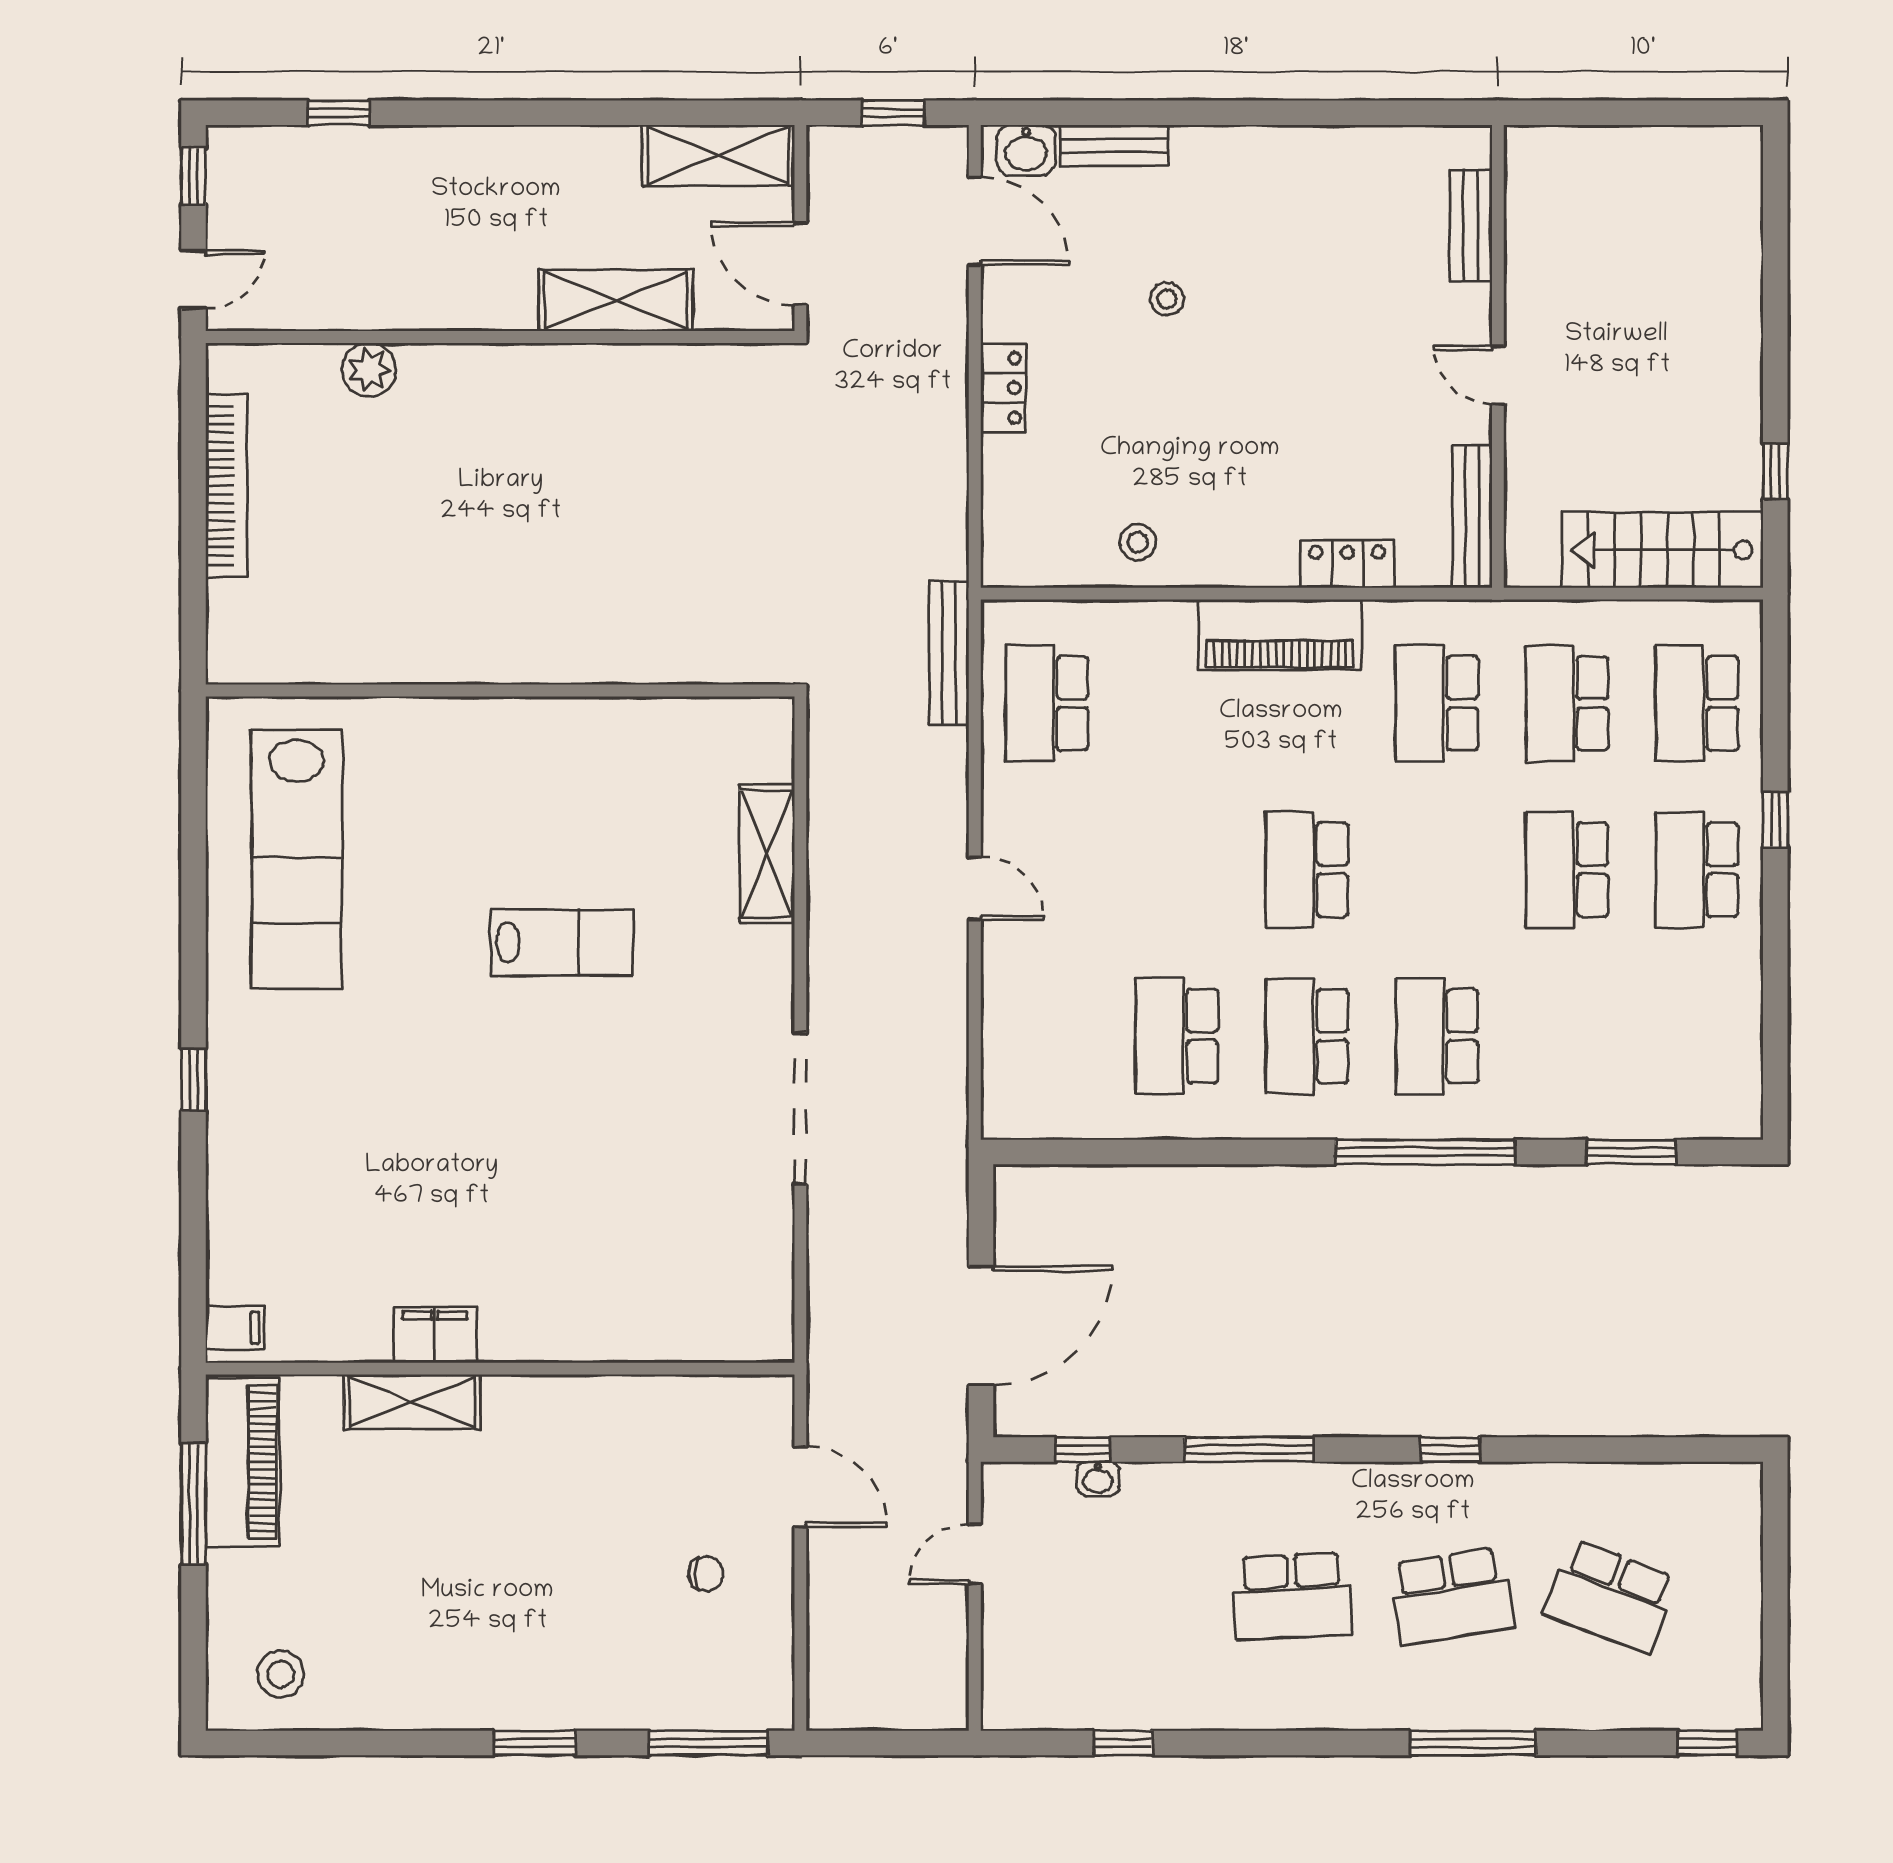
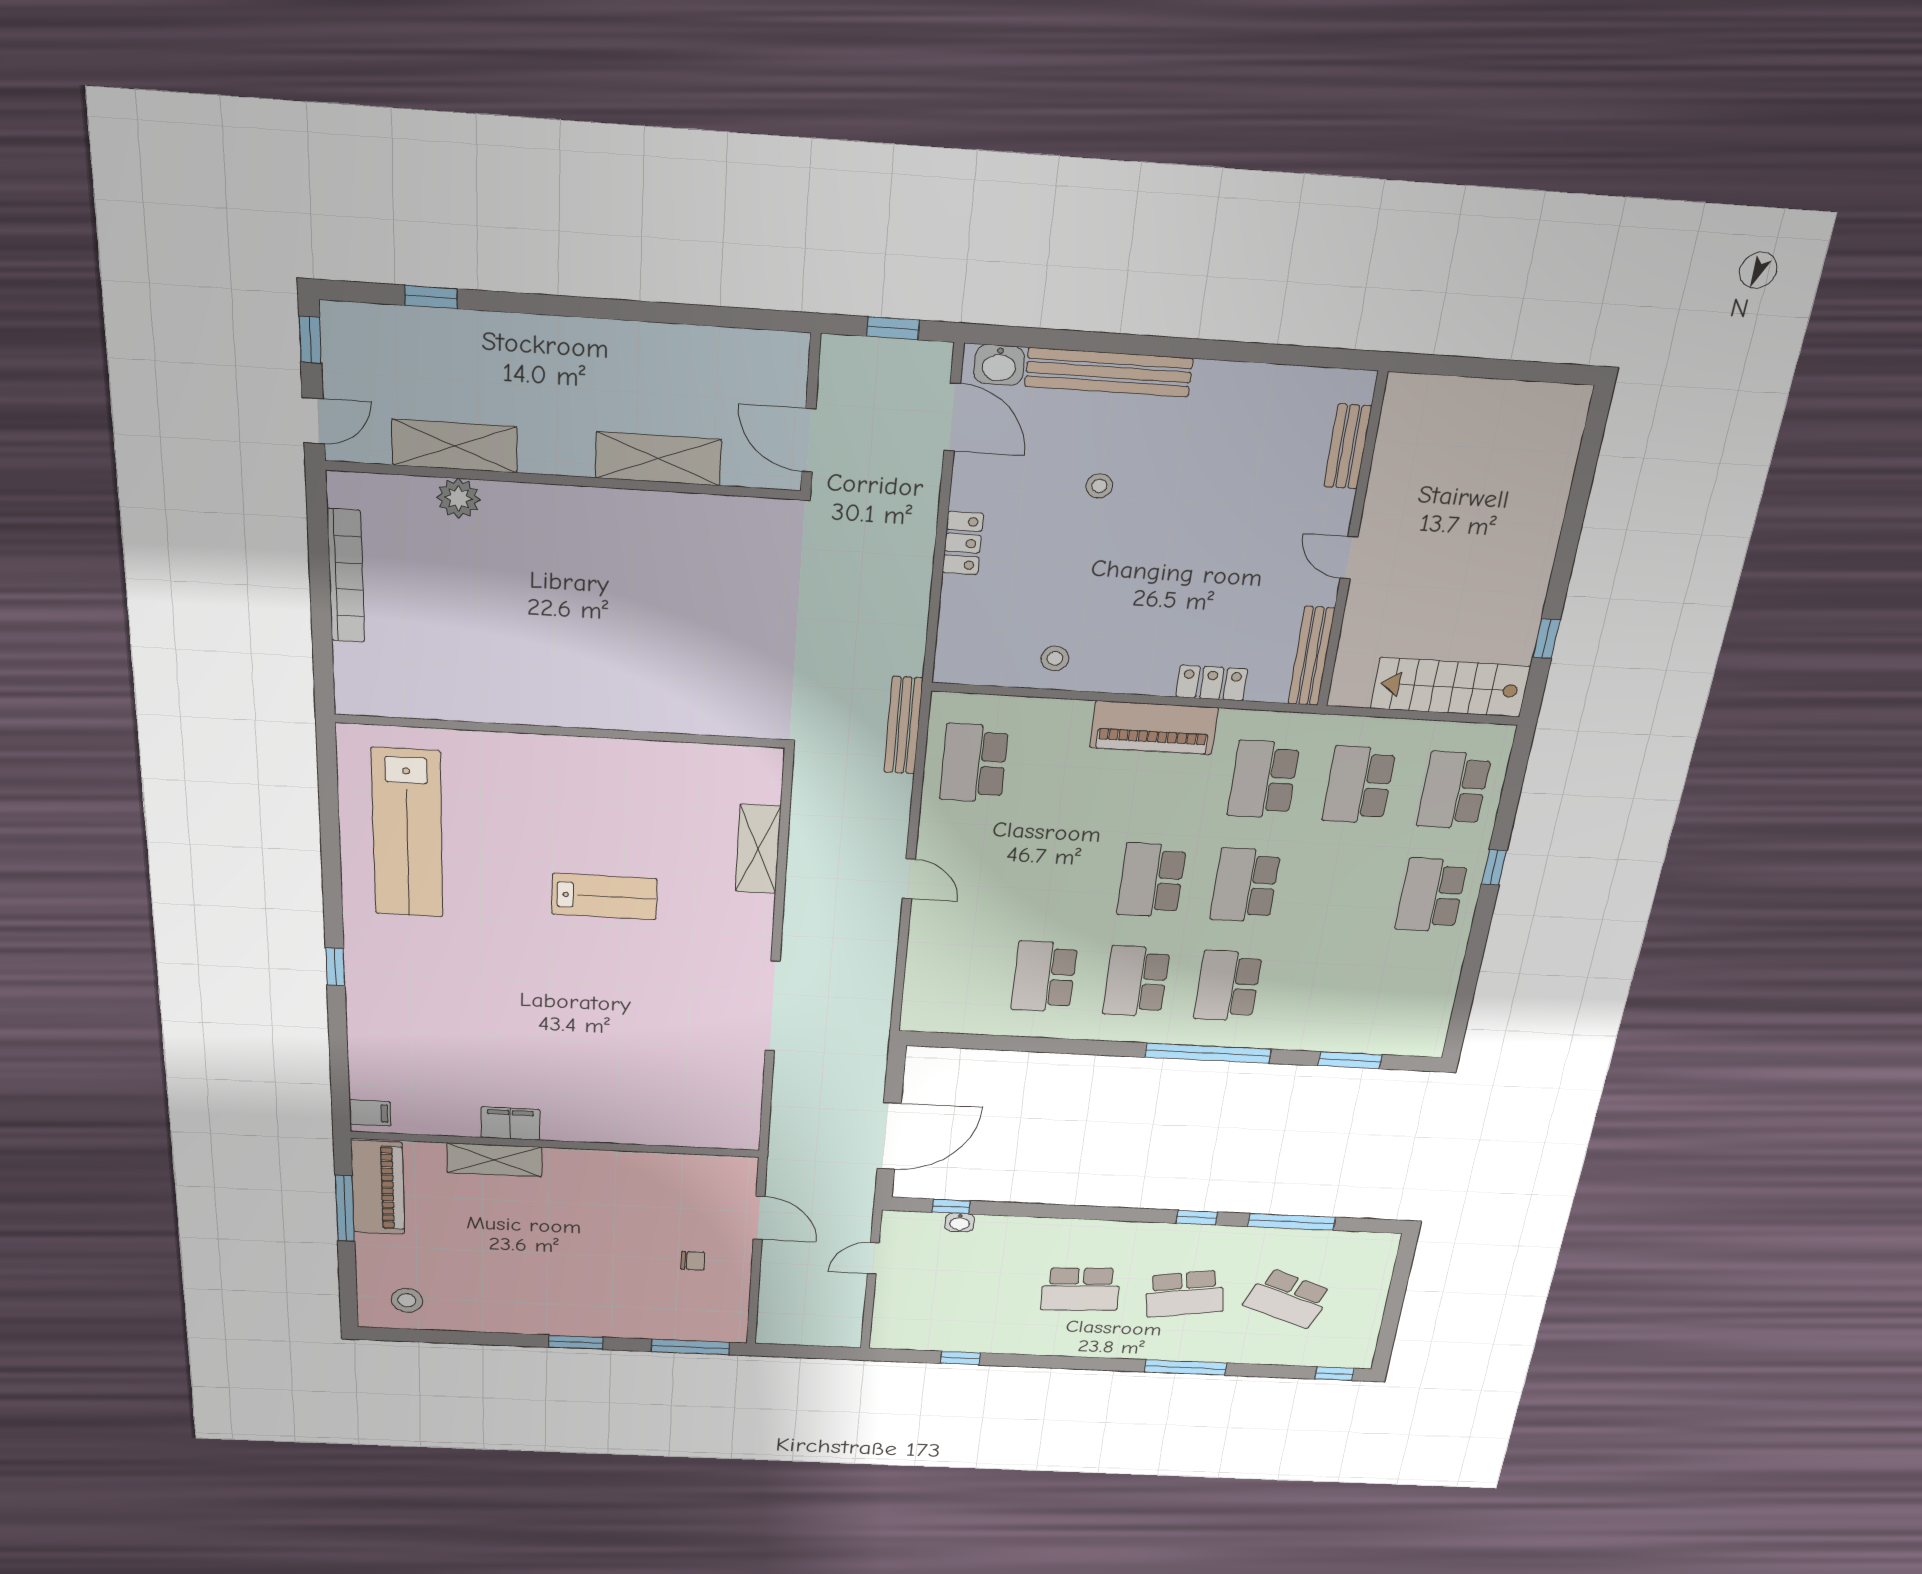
bench: (1114, 146) -> (1109, 372), width x1.86, depth x1.21
shelving: (718, 155) -> (455, 446), moved
school desk: (1567, 870) -> (1245, 885), moved
window: (1249, 1449) -> (1292, 1222), moved

